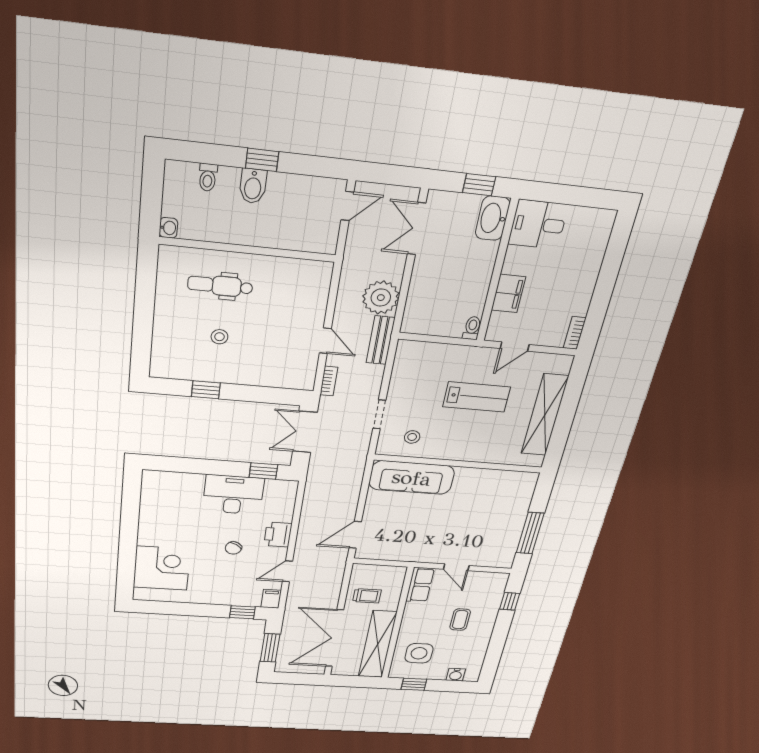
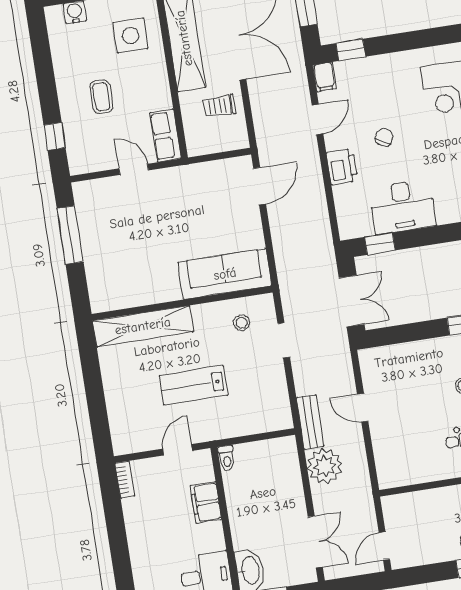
bookcase: (329, 381) -> (346, 365), removed
shelving: (545, 415) -> (143, 326), moved, turned 90

